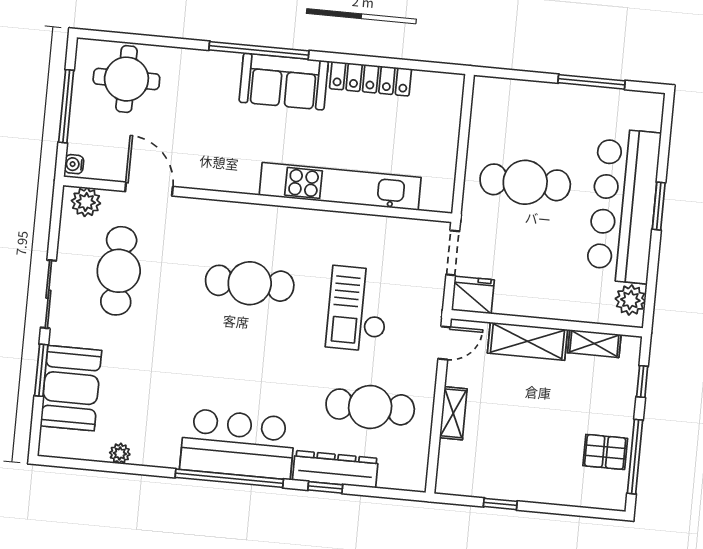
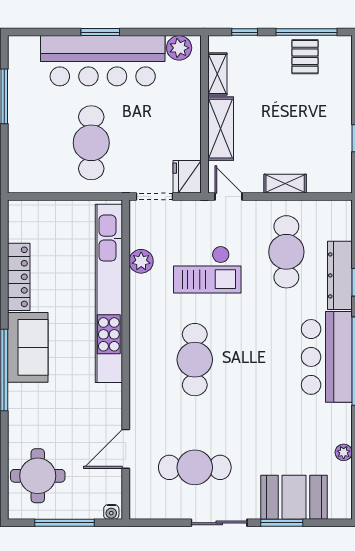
kitchen unit: (340, 186) -> (109, 293), width x1.36
plant: (86, 202) -> (141, 261), moved

